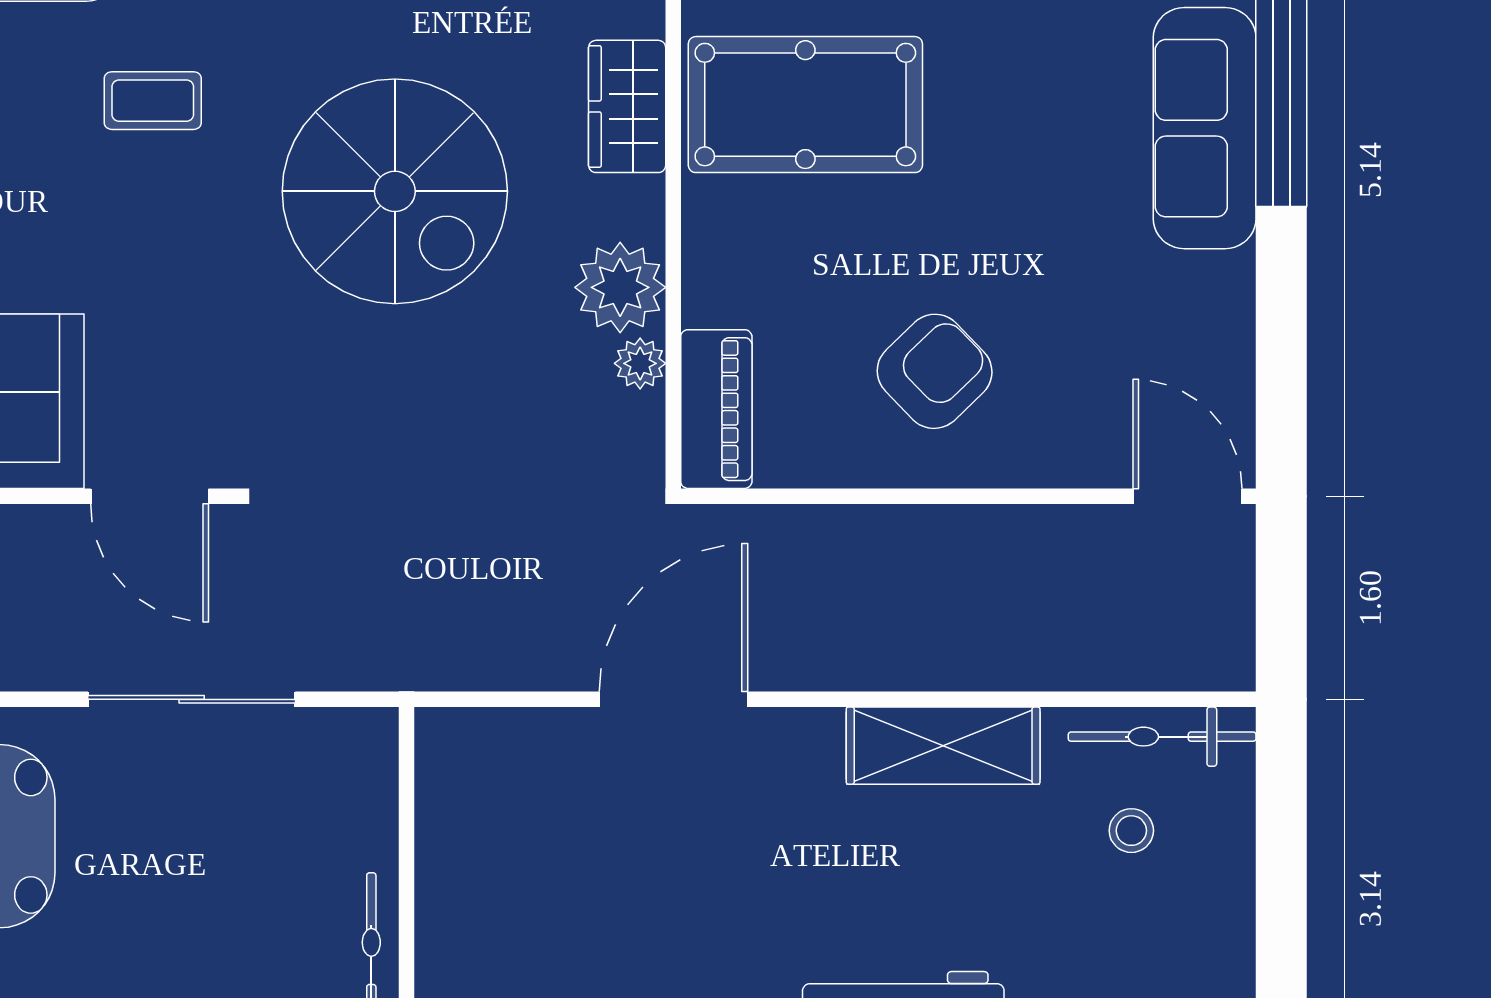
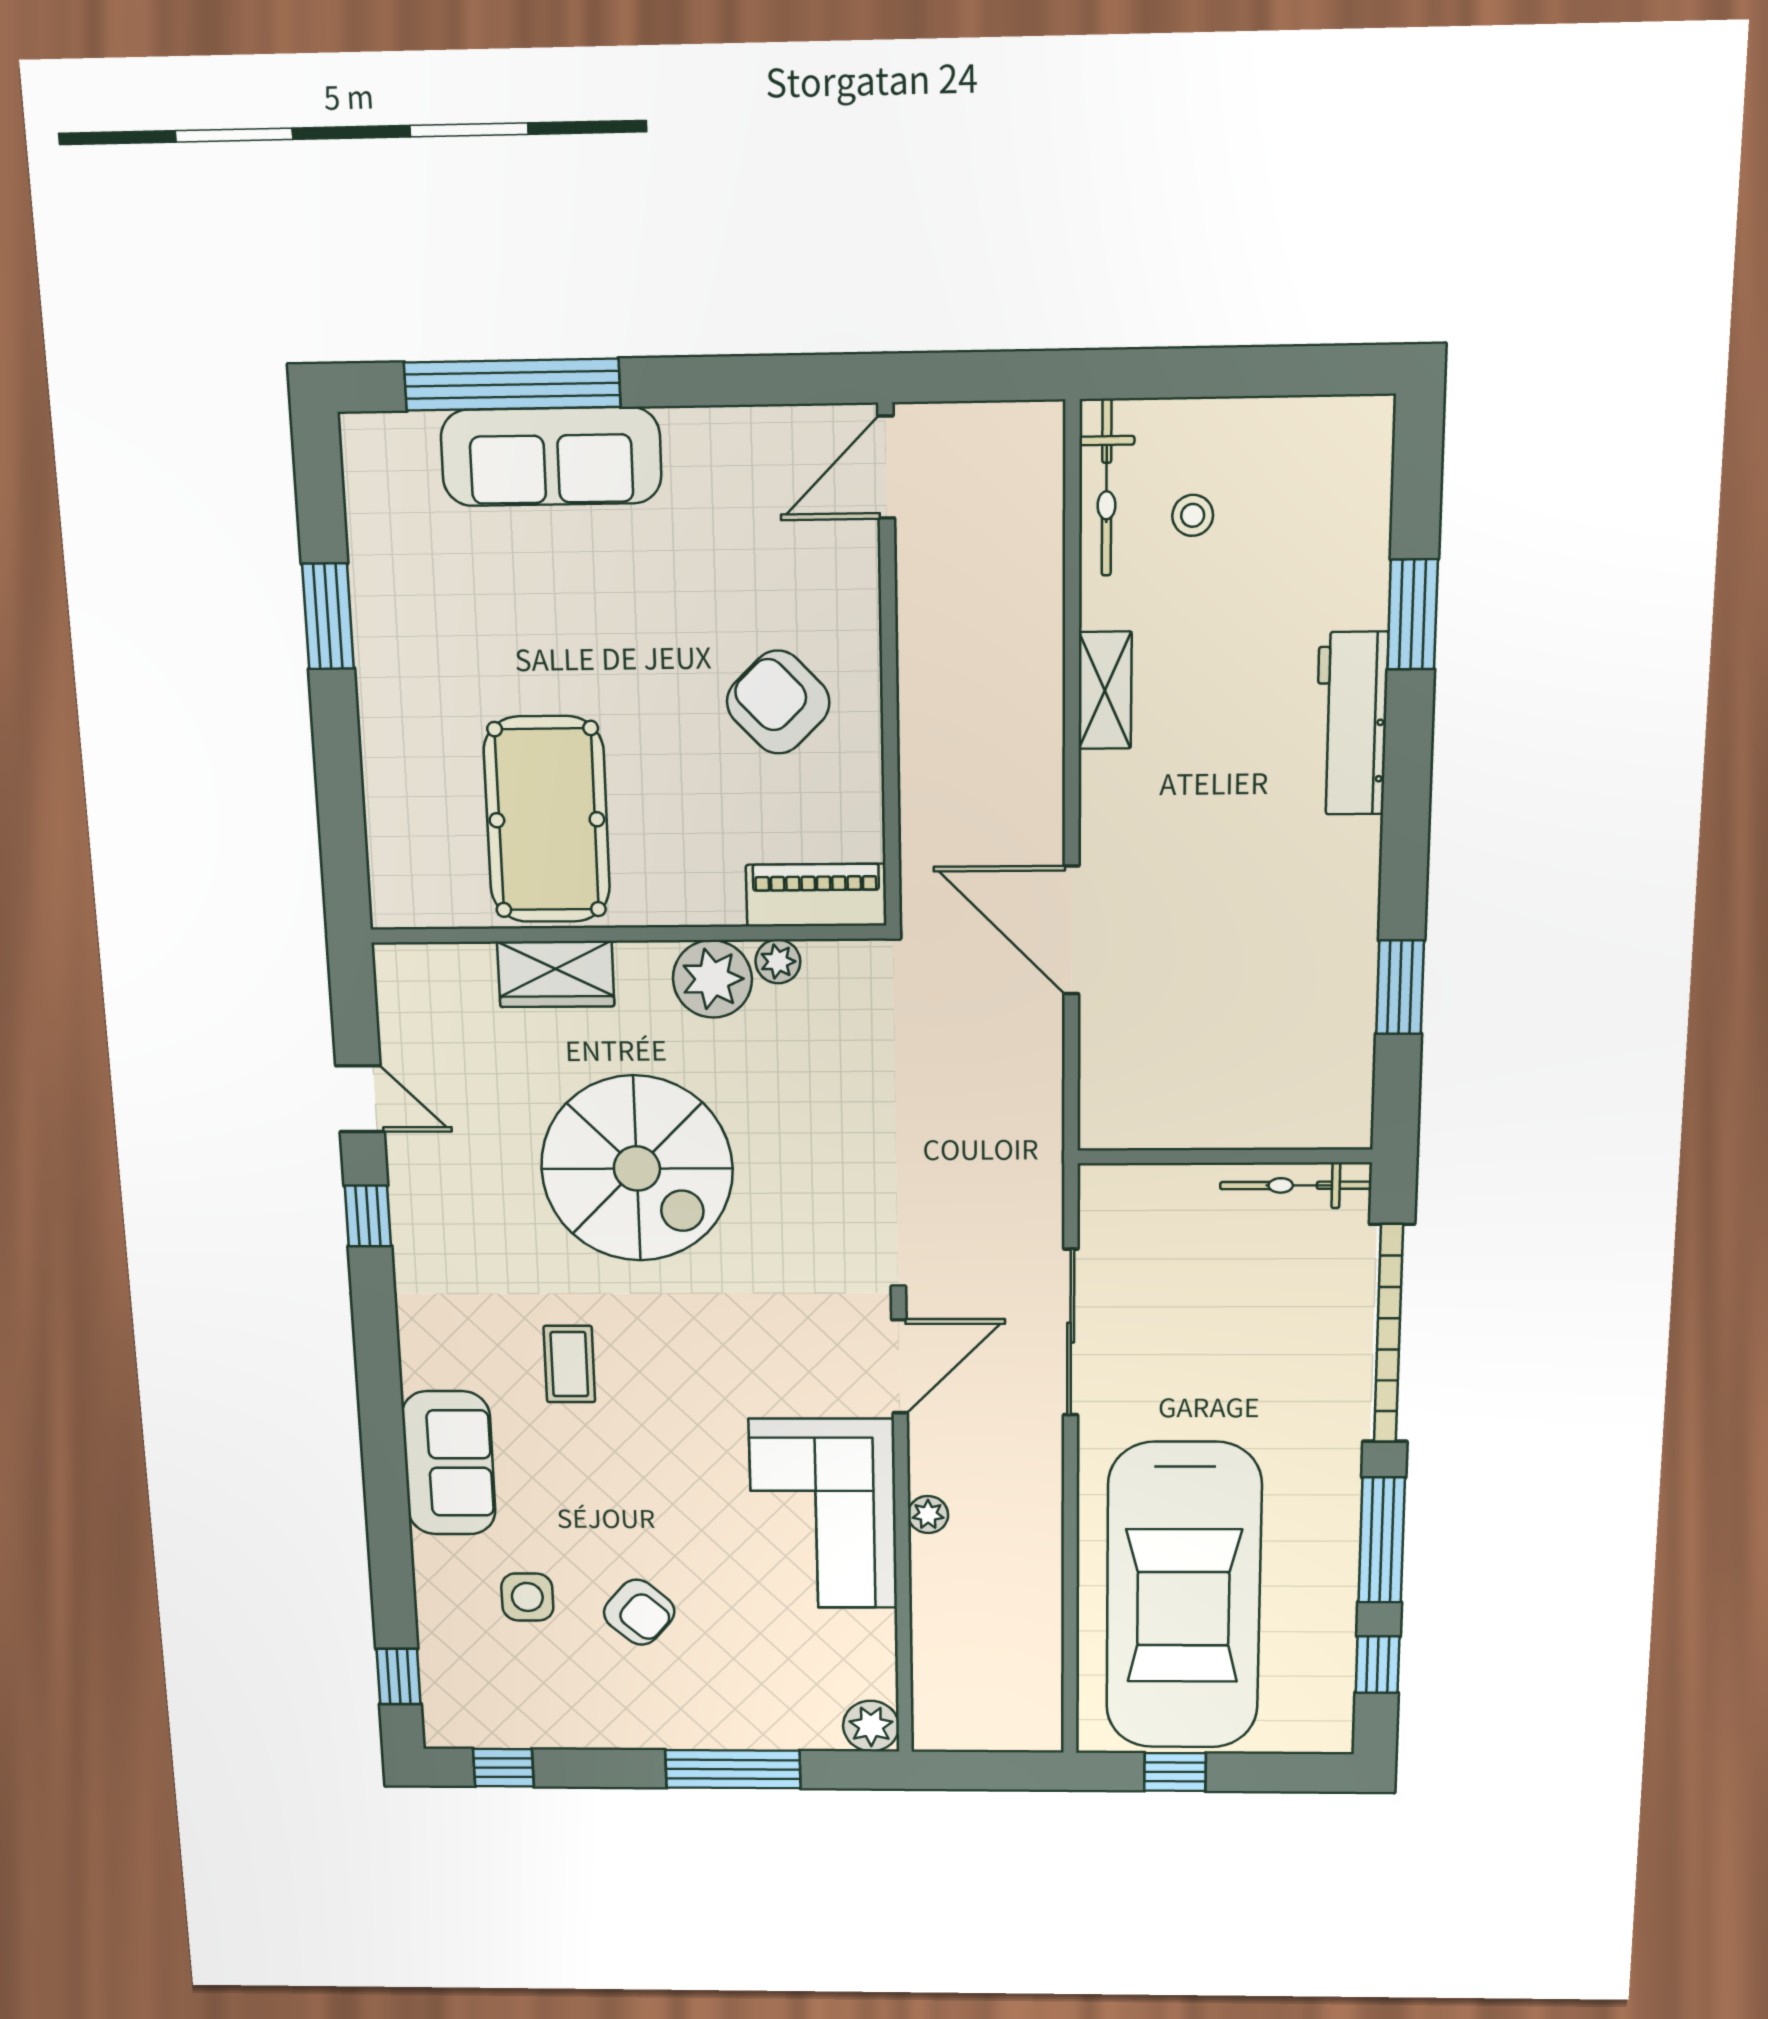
spiral stairs: (395, 191) -> (637, 1168), turned 90
shelving: (943, 746) -> (1105, 690), width x0.67, depth x0.75

